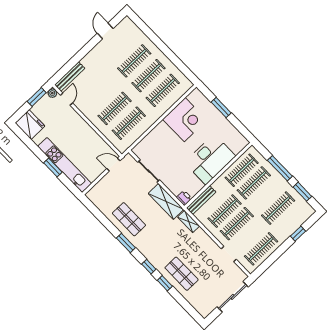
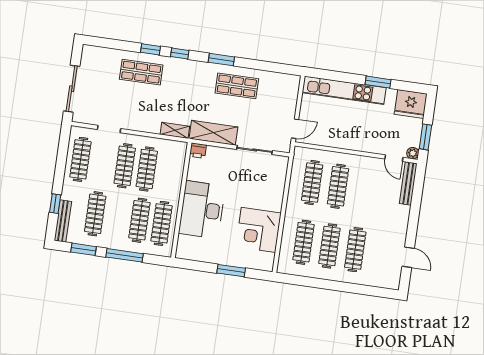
window: (53, 167) -> (378, 82), moved
bench: (201, 200) -> (63, 221), moved

